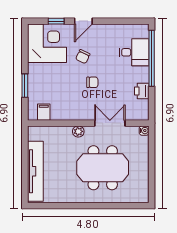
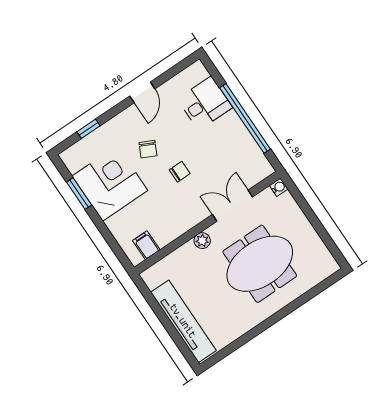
door: (83, 21) -> (142, 92), moved
corner desk: (47, 43) -> (110, 183), moved
window: (152, 58) -> (245, 118), moved
window: (25, 86) -> (79, 194), moved
printer: (142, 91) -> (244, 143), removed

